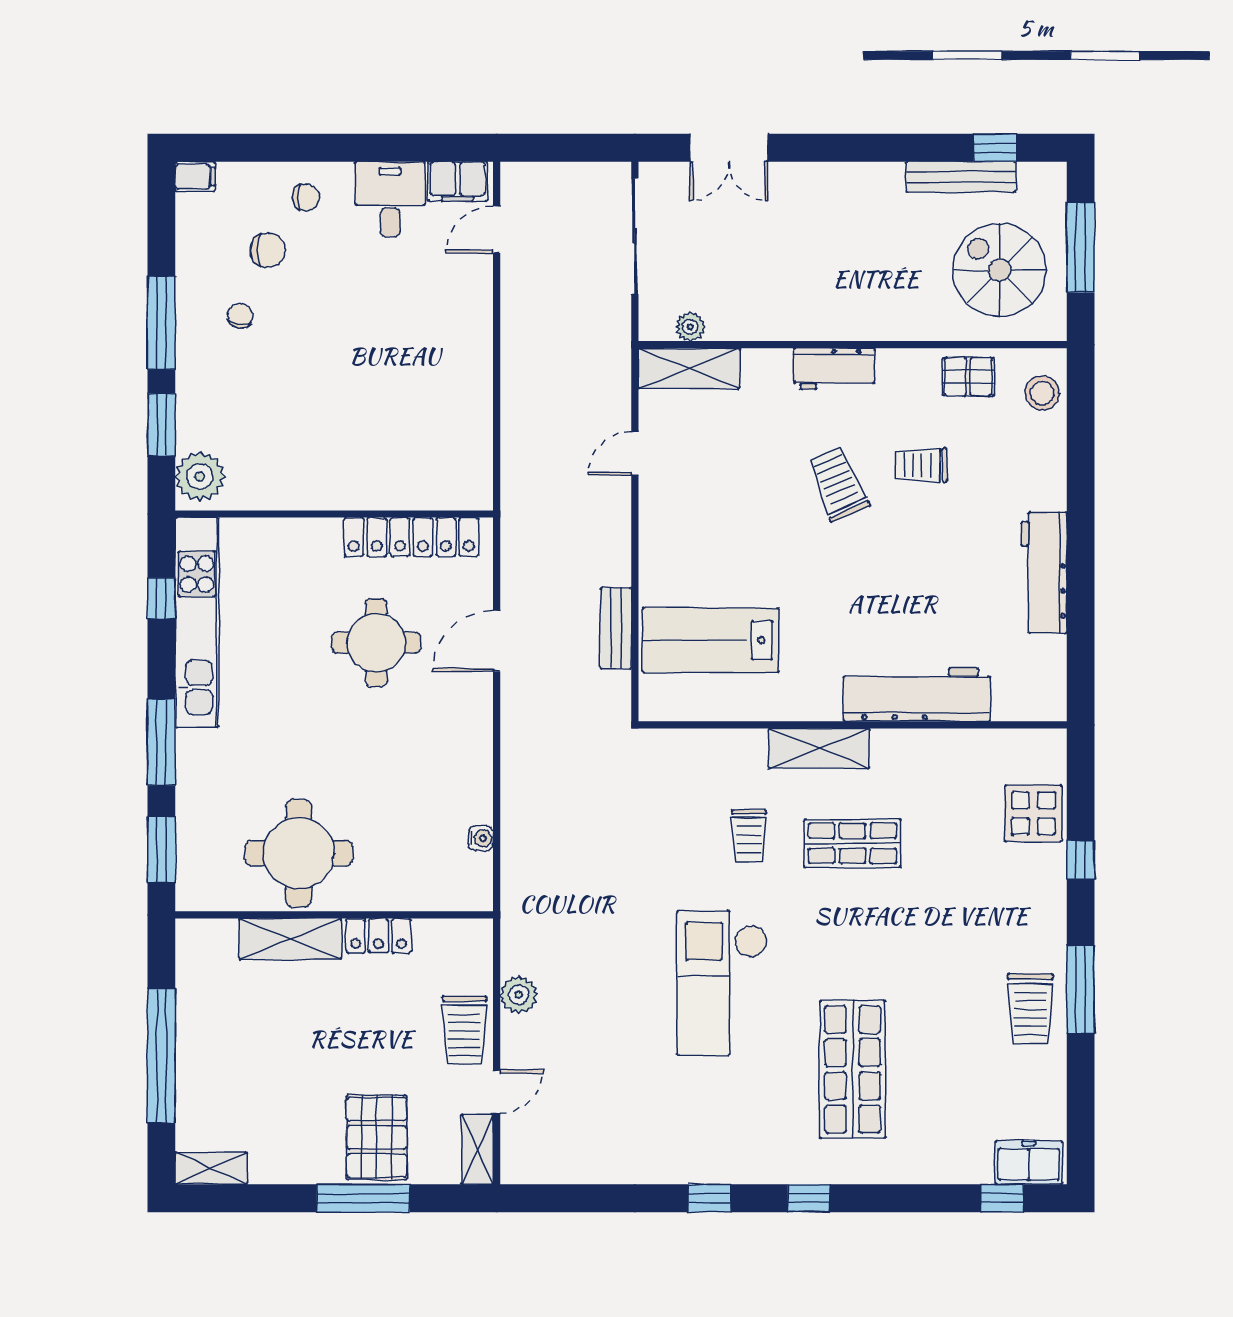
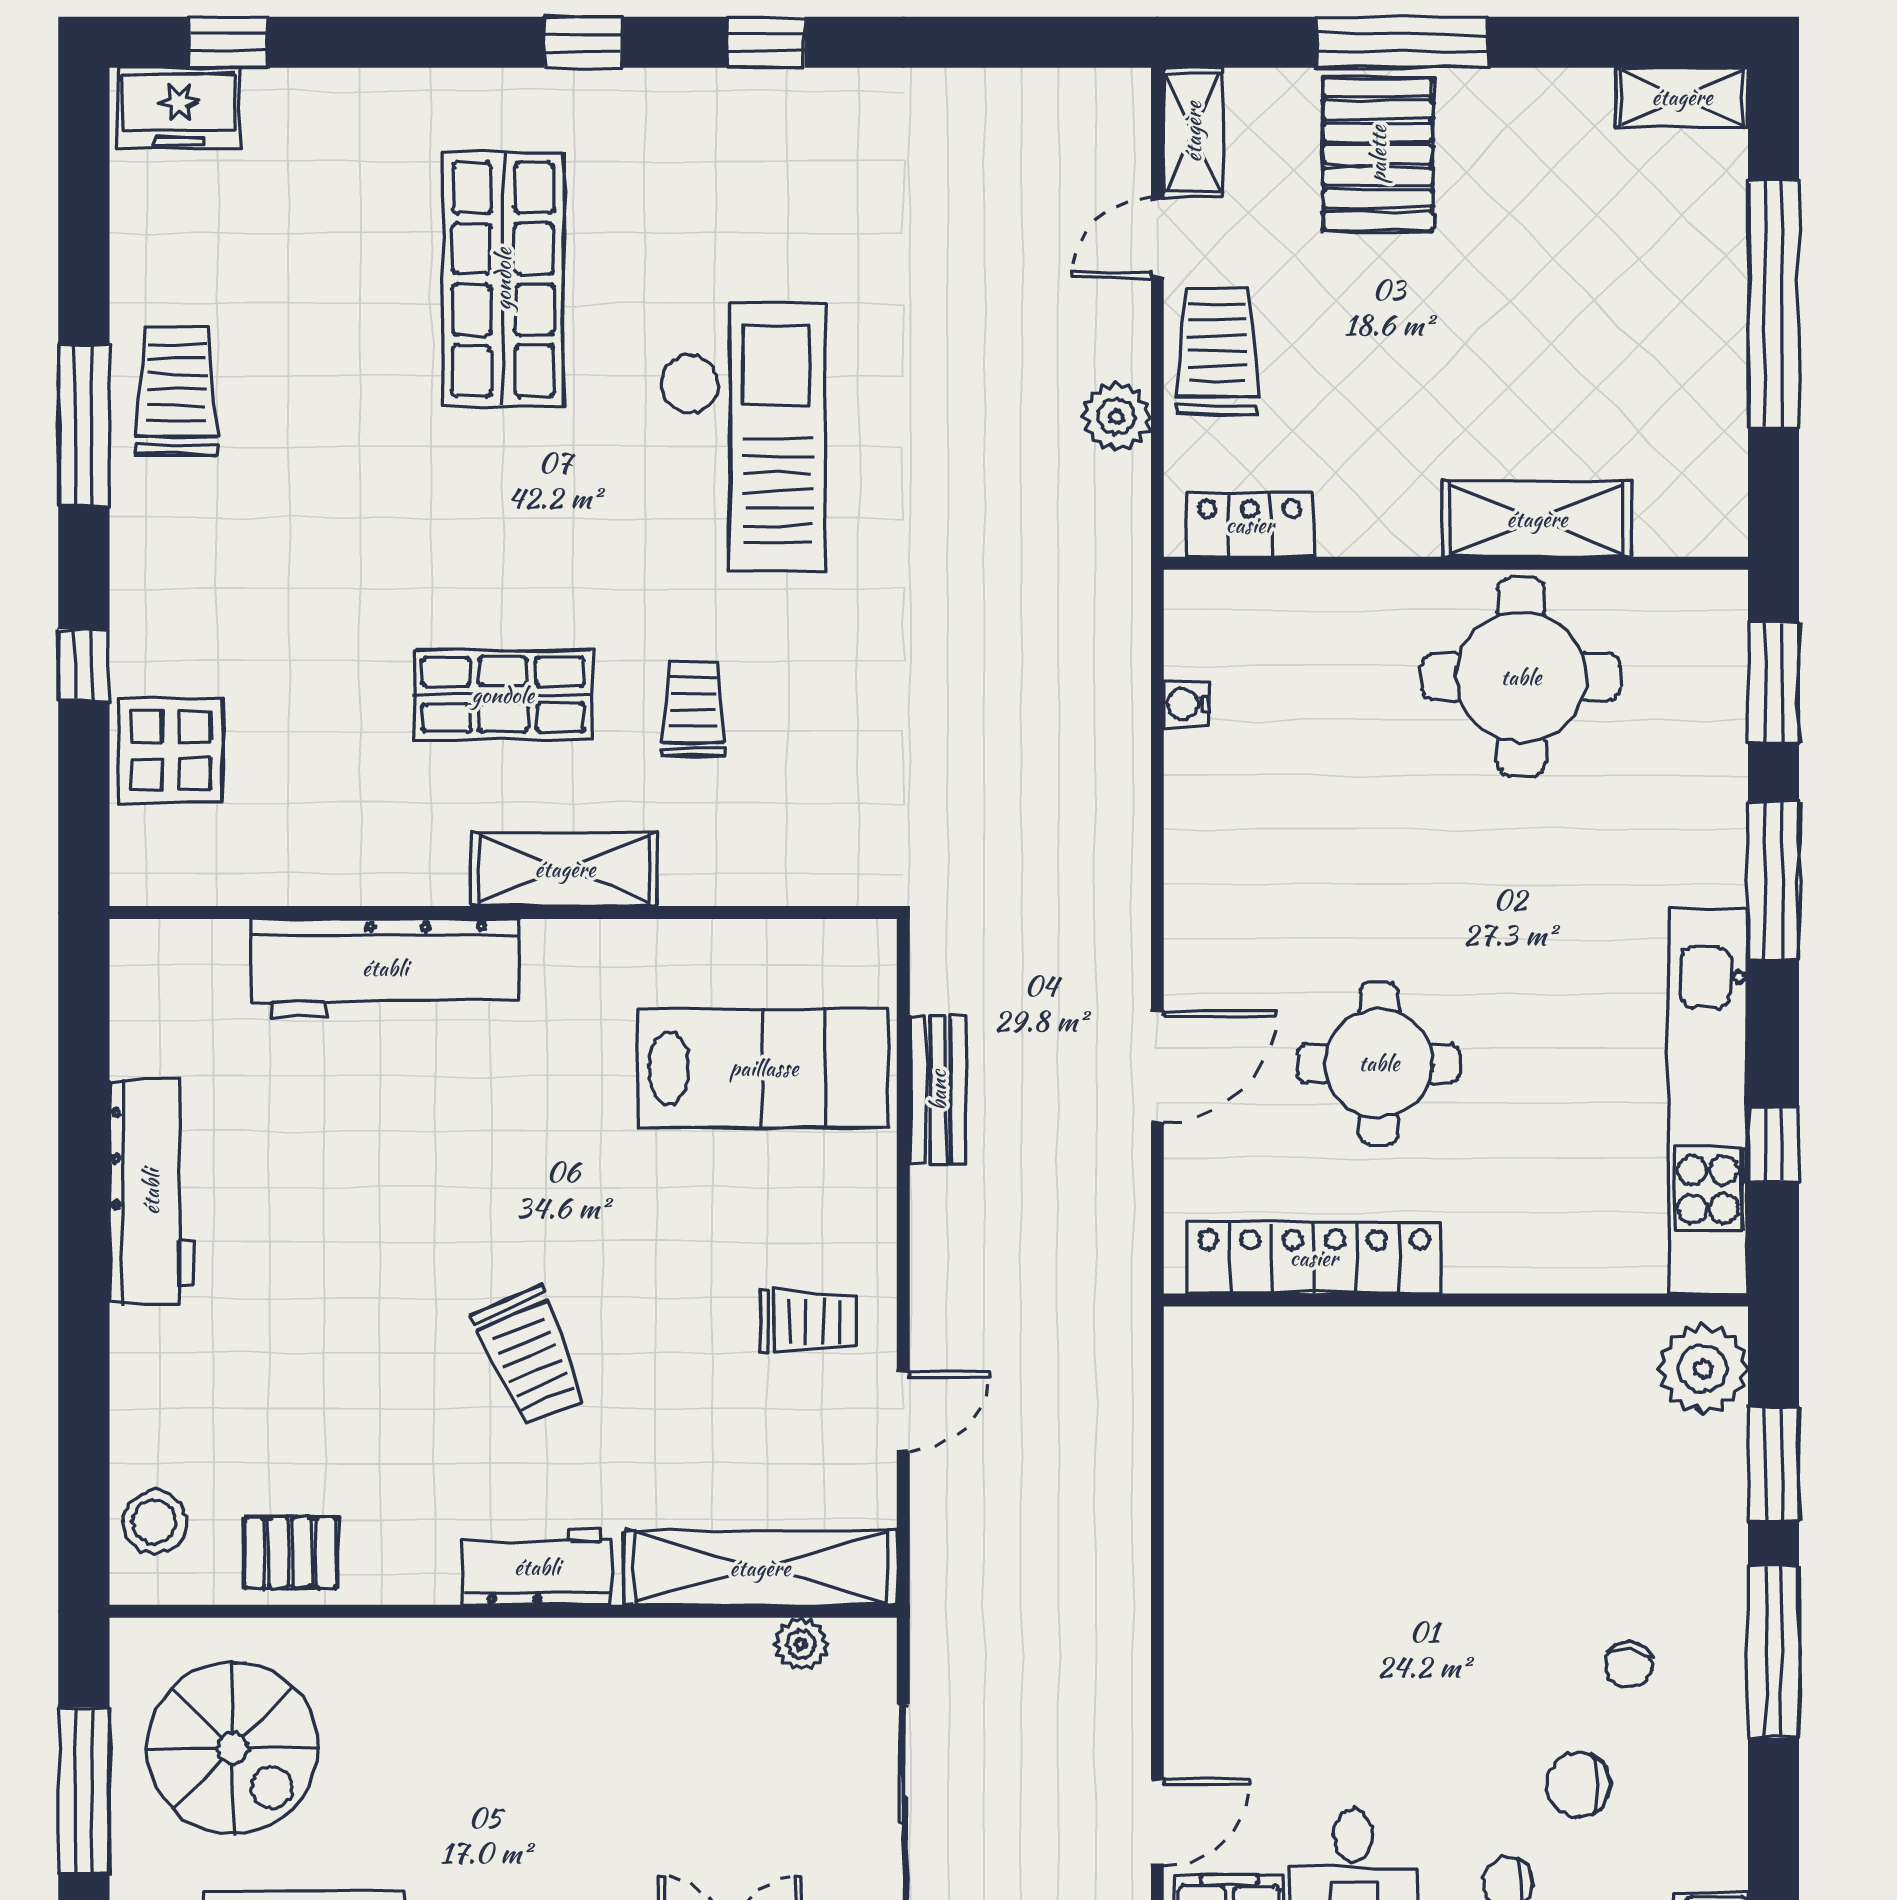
shelving: (689, 368) -> (760, 1568), width x1.47
trolley: (921, 465) -> (808, 1322), moved
locker: (379, 936) -> (1250, 525), moved

